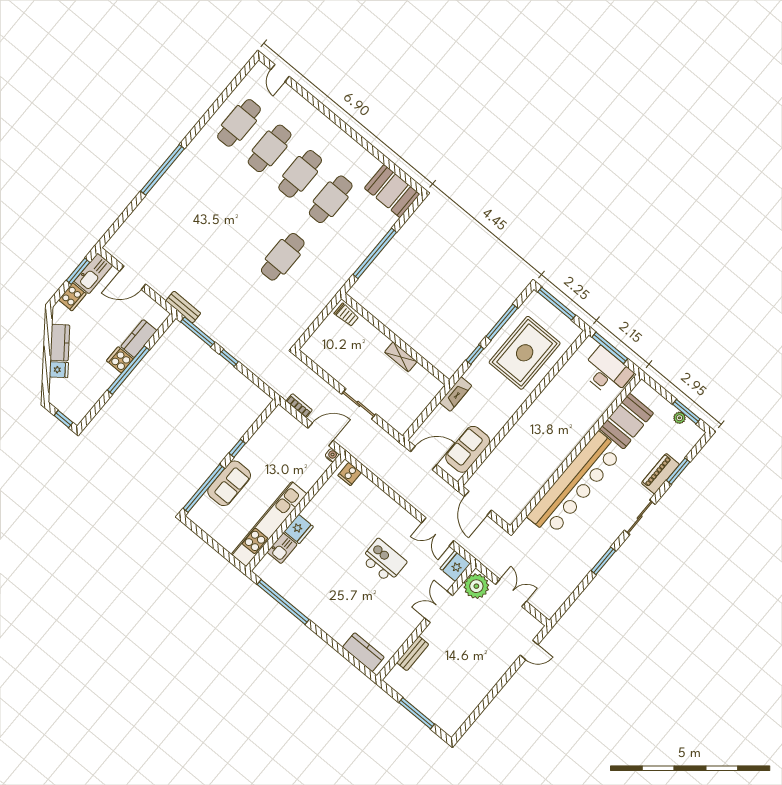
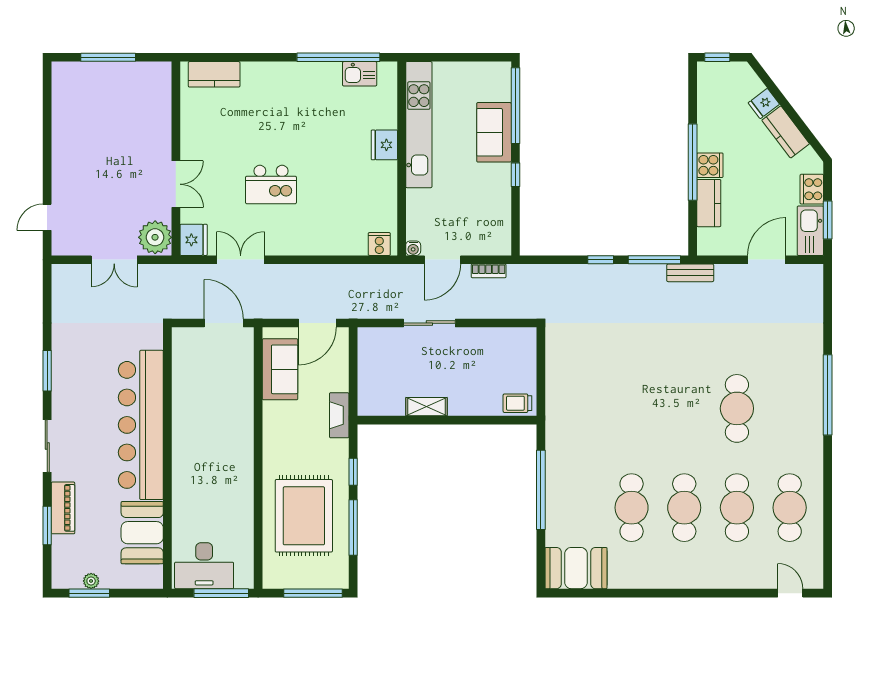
cafe table: (283, 257) -> (737, 408), moved
kitchen sink: (282, 548) -> (360, 74), moved, turned -90
bench: (413, 653) -> (163, 115), removed

